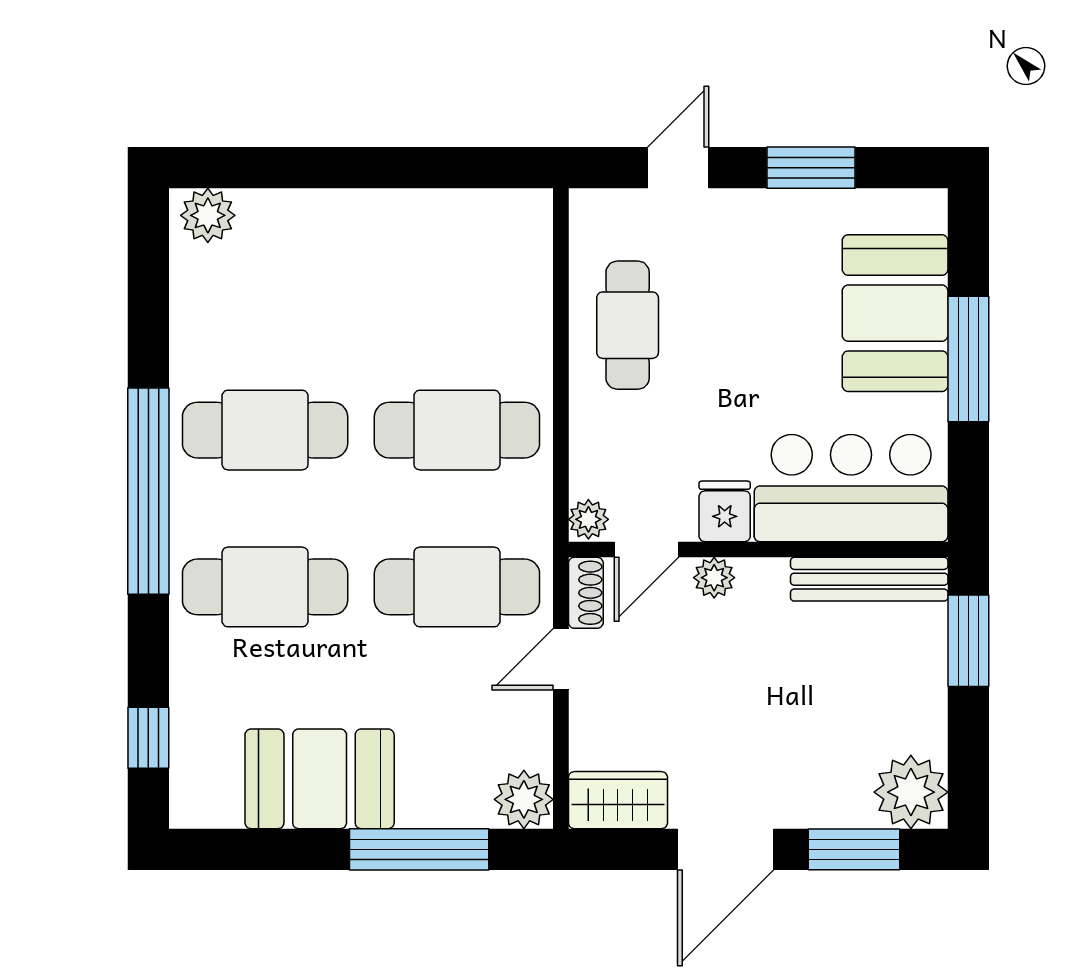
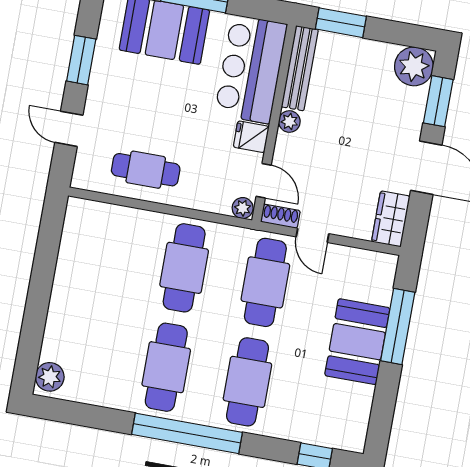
plant: (714, 578) -> (289, 122), moved
booth: (320, 779) -> (357, 342), moved
plant: (524, 799) -> (382, 268), removed

